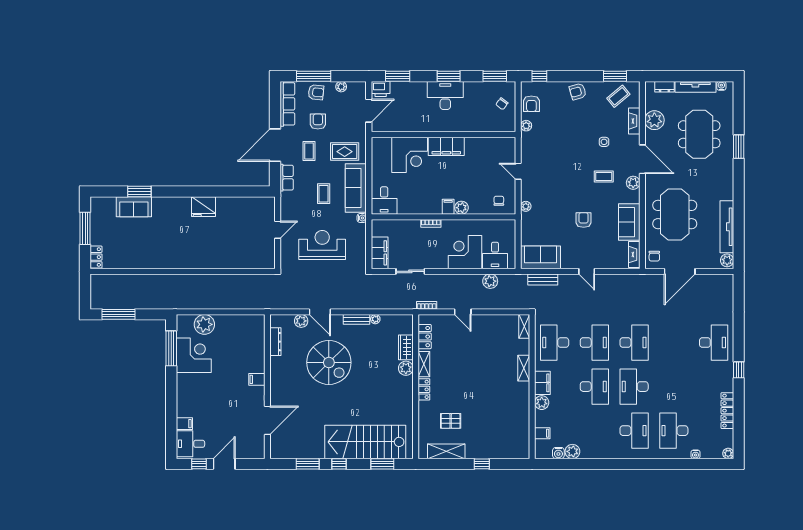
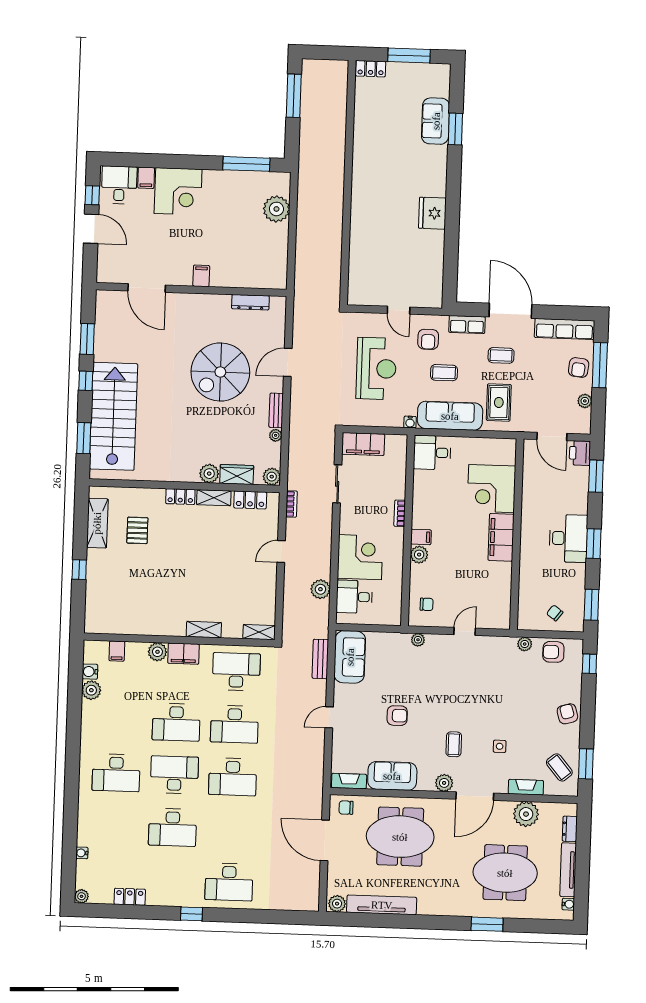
armchair: (318, 122) -> (428, 339), moved, turned 90
plant: (301, 321) -> (272, 477), moved
corner desk: (194, 355) -> (178, 191), moved
locker: (727, 411) -> (130, 897), width x0.66
desk: (674, 431) -> (173, 827), moved, turned 180

